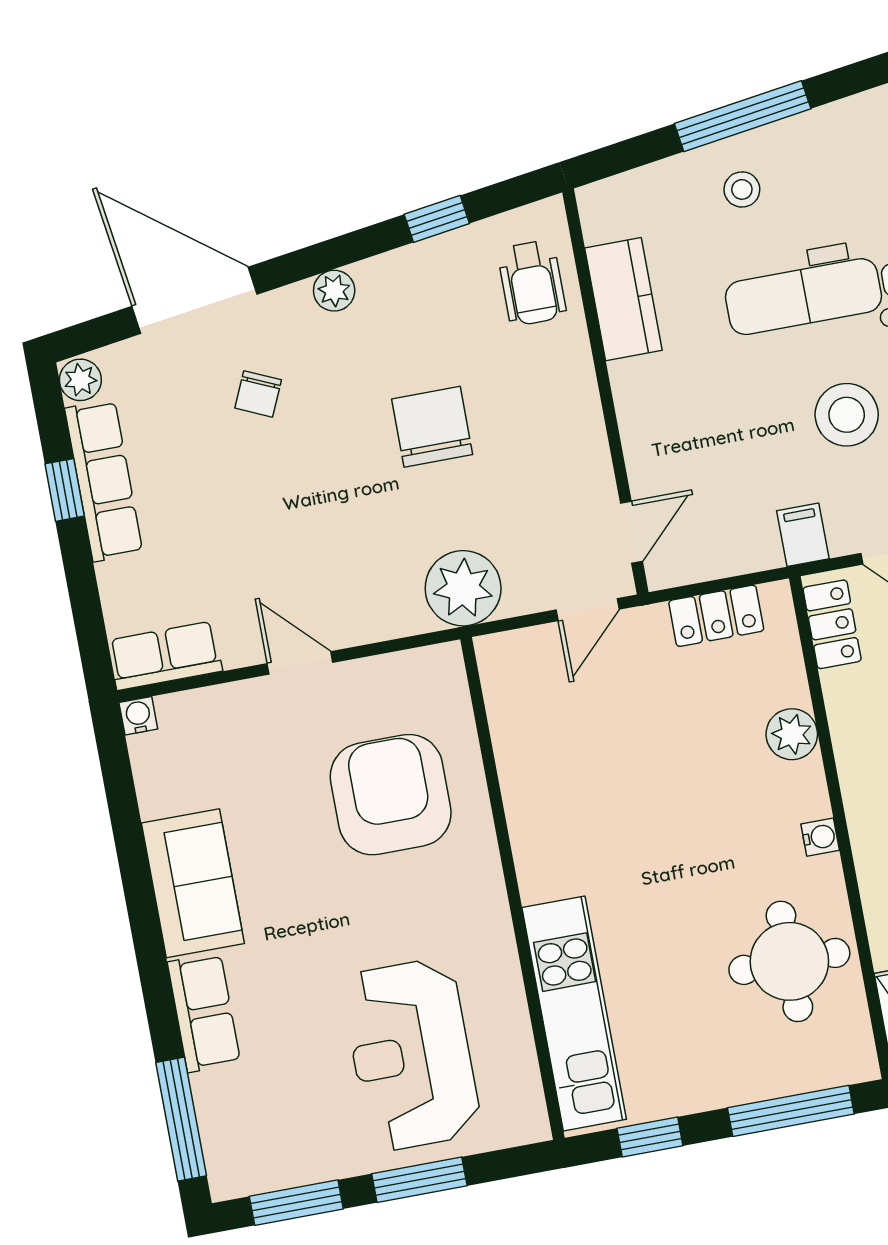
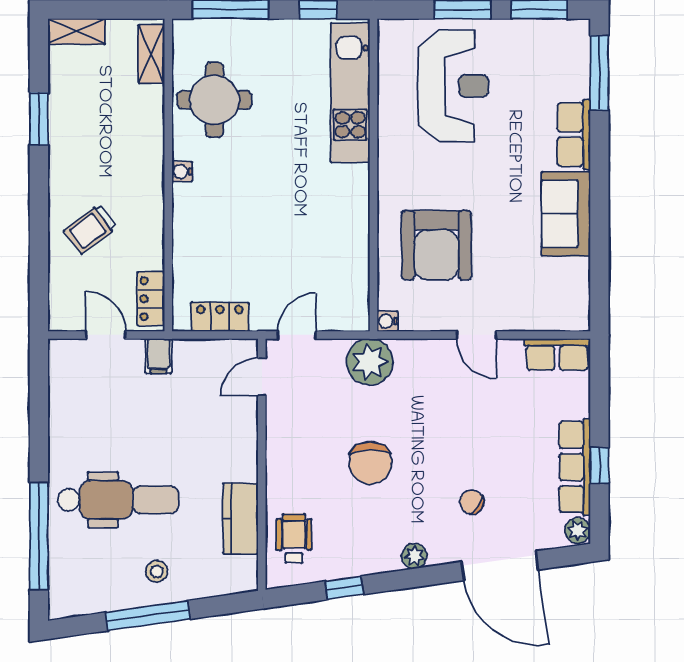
chair: (258, 394) -> (472, 502), turned -81
stool: (847, 415) -> (119, 424), removed
water cooler: (138, 716) -> (387, 321), moved, turned 90
plant: (792, 734) -> (188, 237), removed

